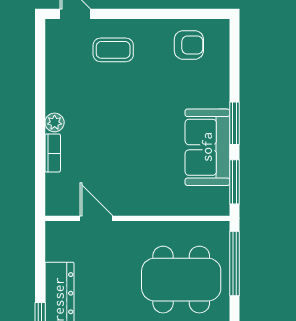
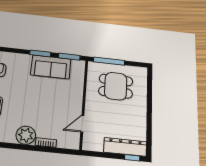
plant: (55, 122) -> (26, 135), width x1.87, depth x1.87
dining table: (181, 280) -> (116, 86), width x0.73

